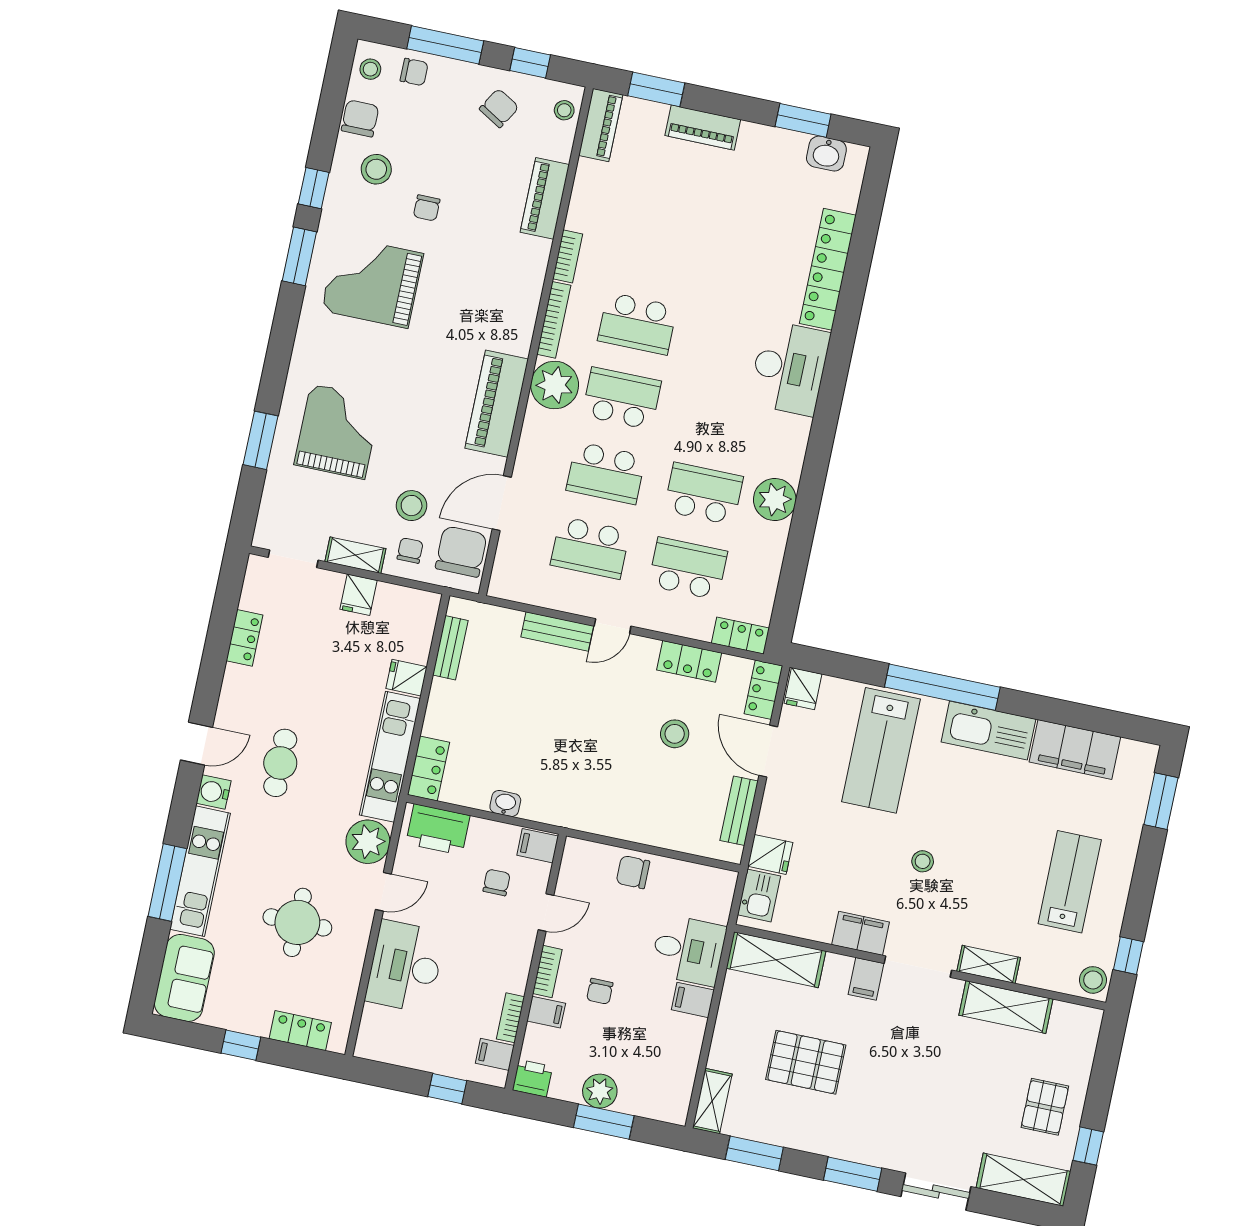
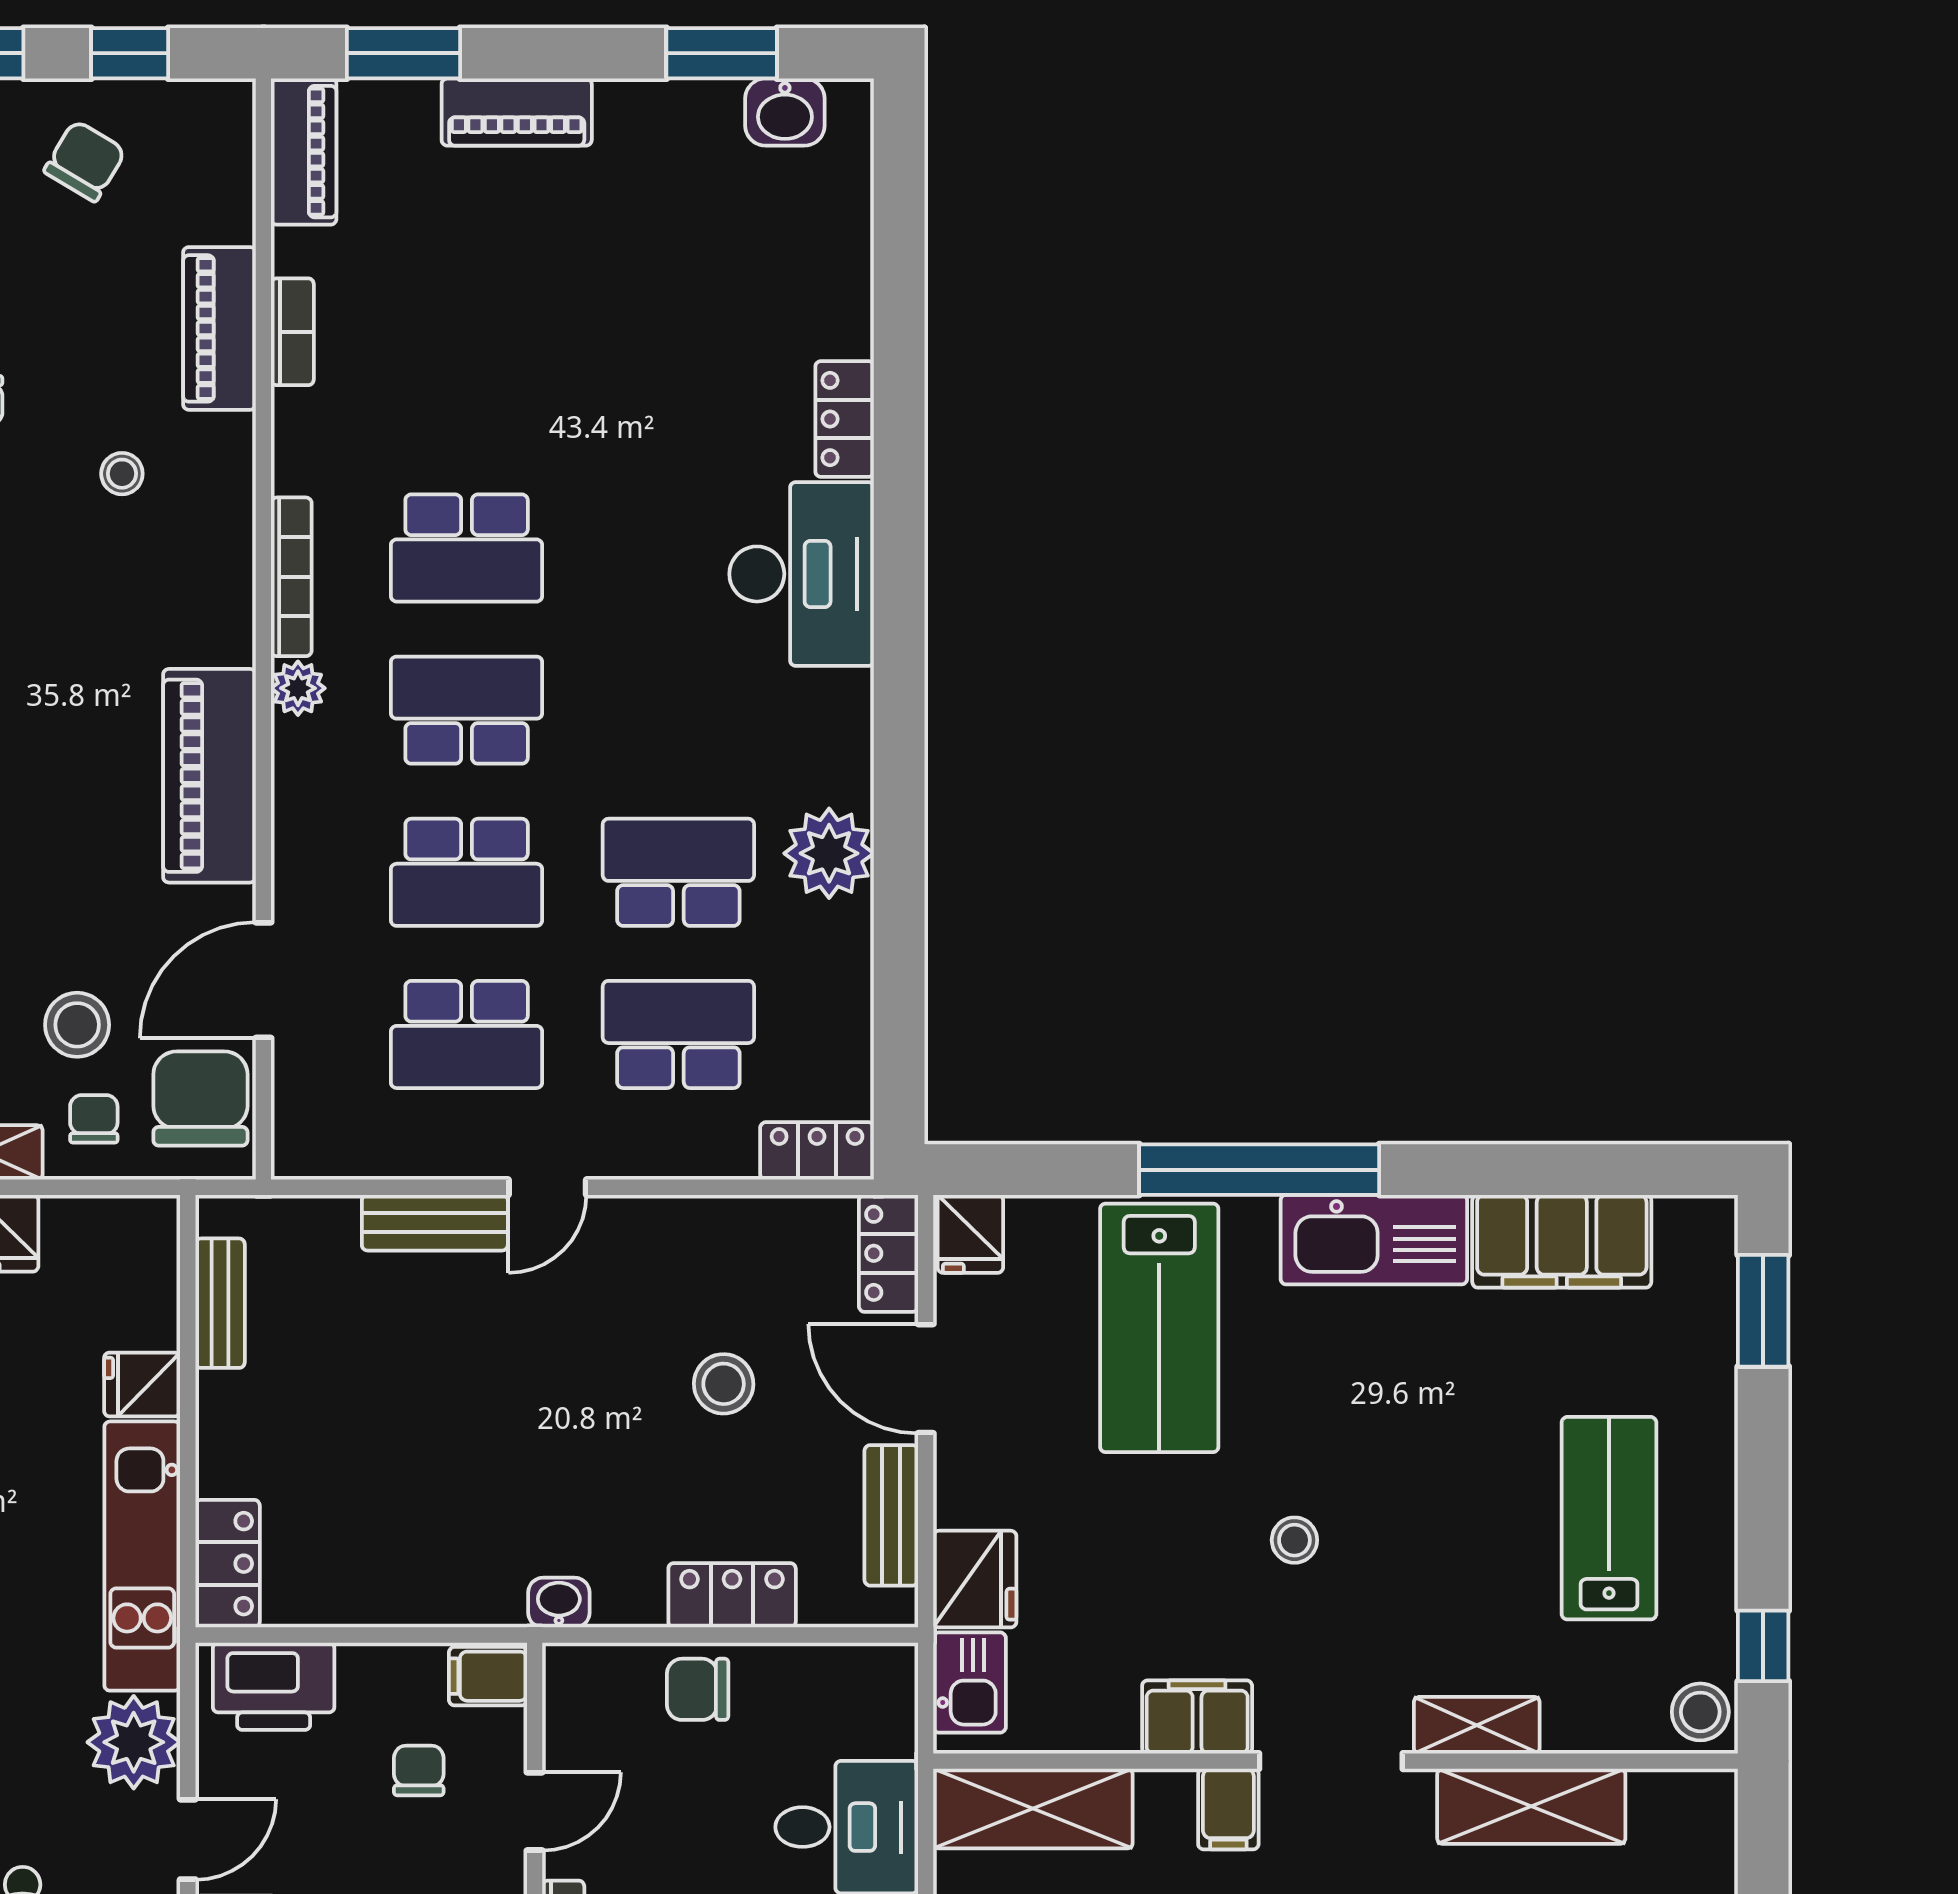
stool: (564, 110) -> (122, 474), moved
bookcase: (568, 256) -> (292, 332), moved
locker: (828, 269) -> (845, 419), width x0.46, depth x0.83
plant: (555, 385) -> (298, 688), width x0.53, depth x0.53
locker: (689, 661) -> (732, 1595), moved, turned 180
washbasin: (505, 803) -> (559, 1603), moved
fridge: (770, 854) -> (975, 1579), width x1.38

